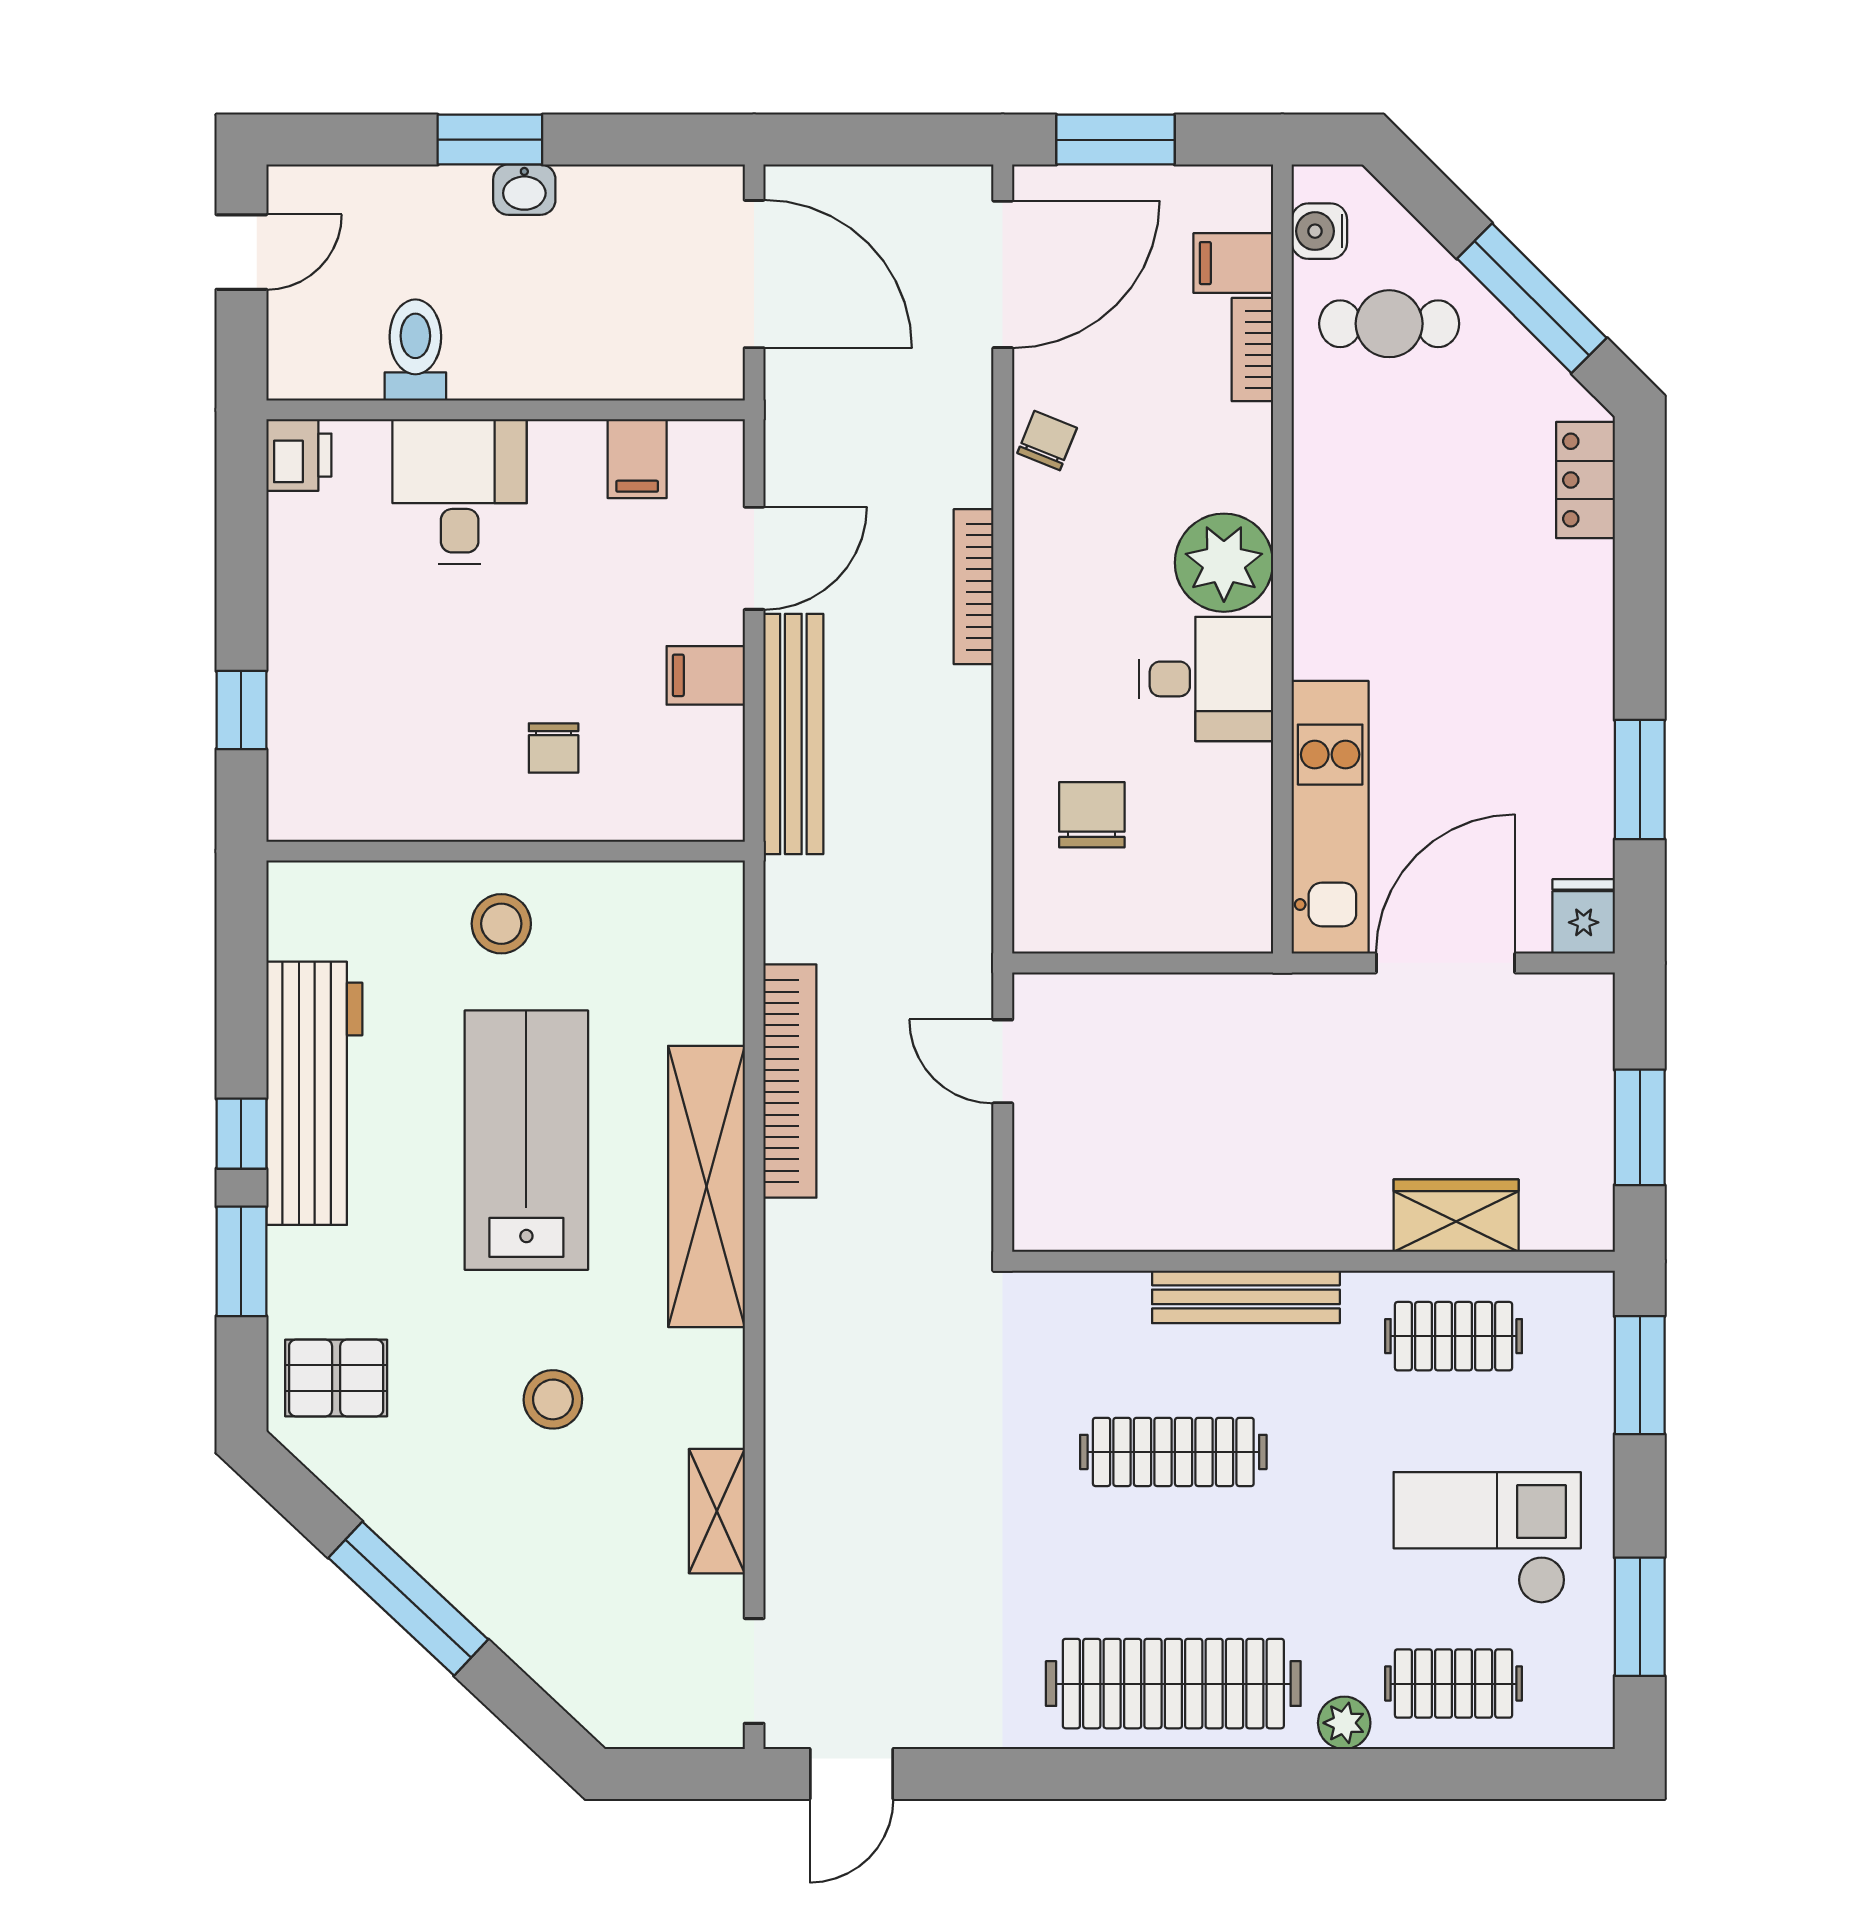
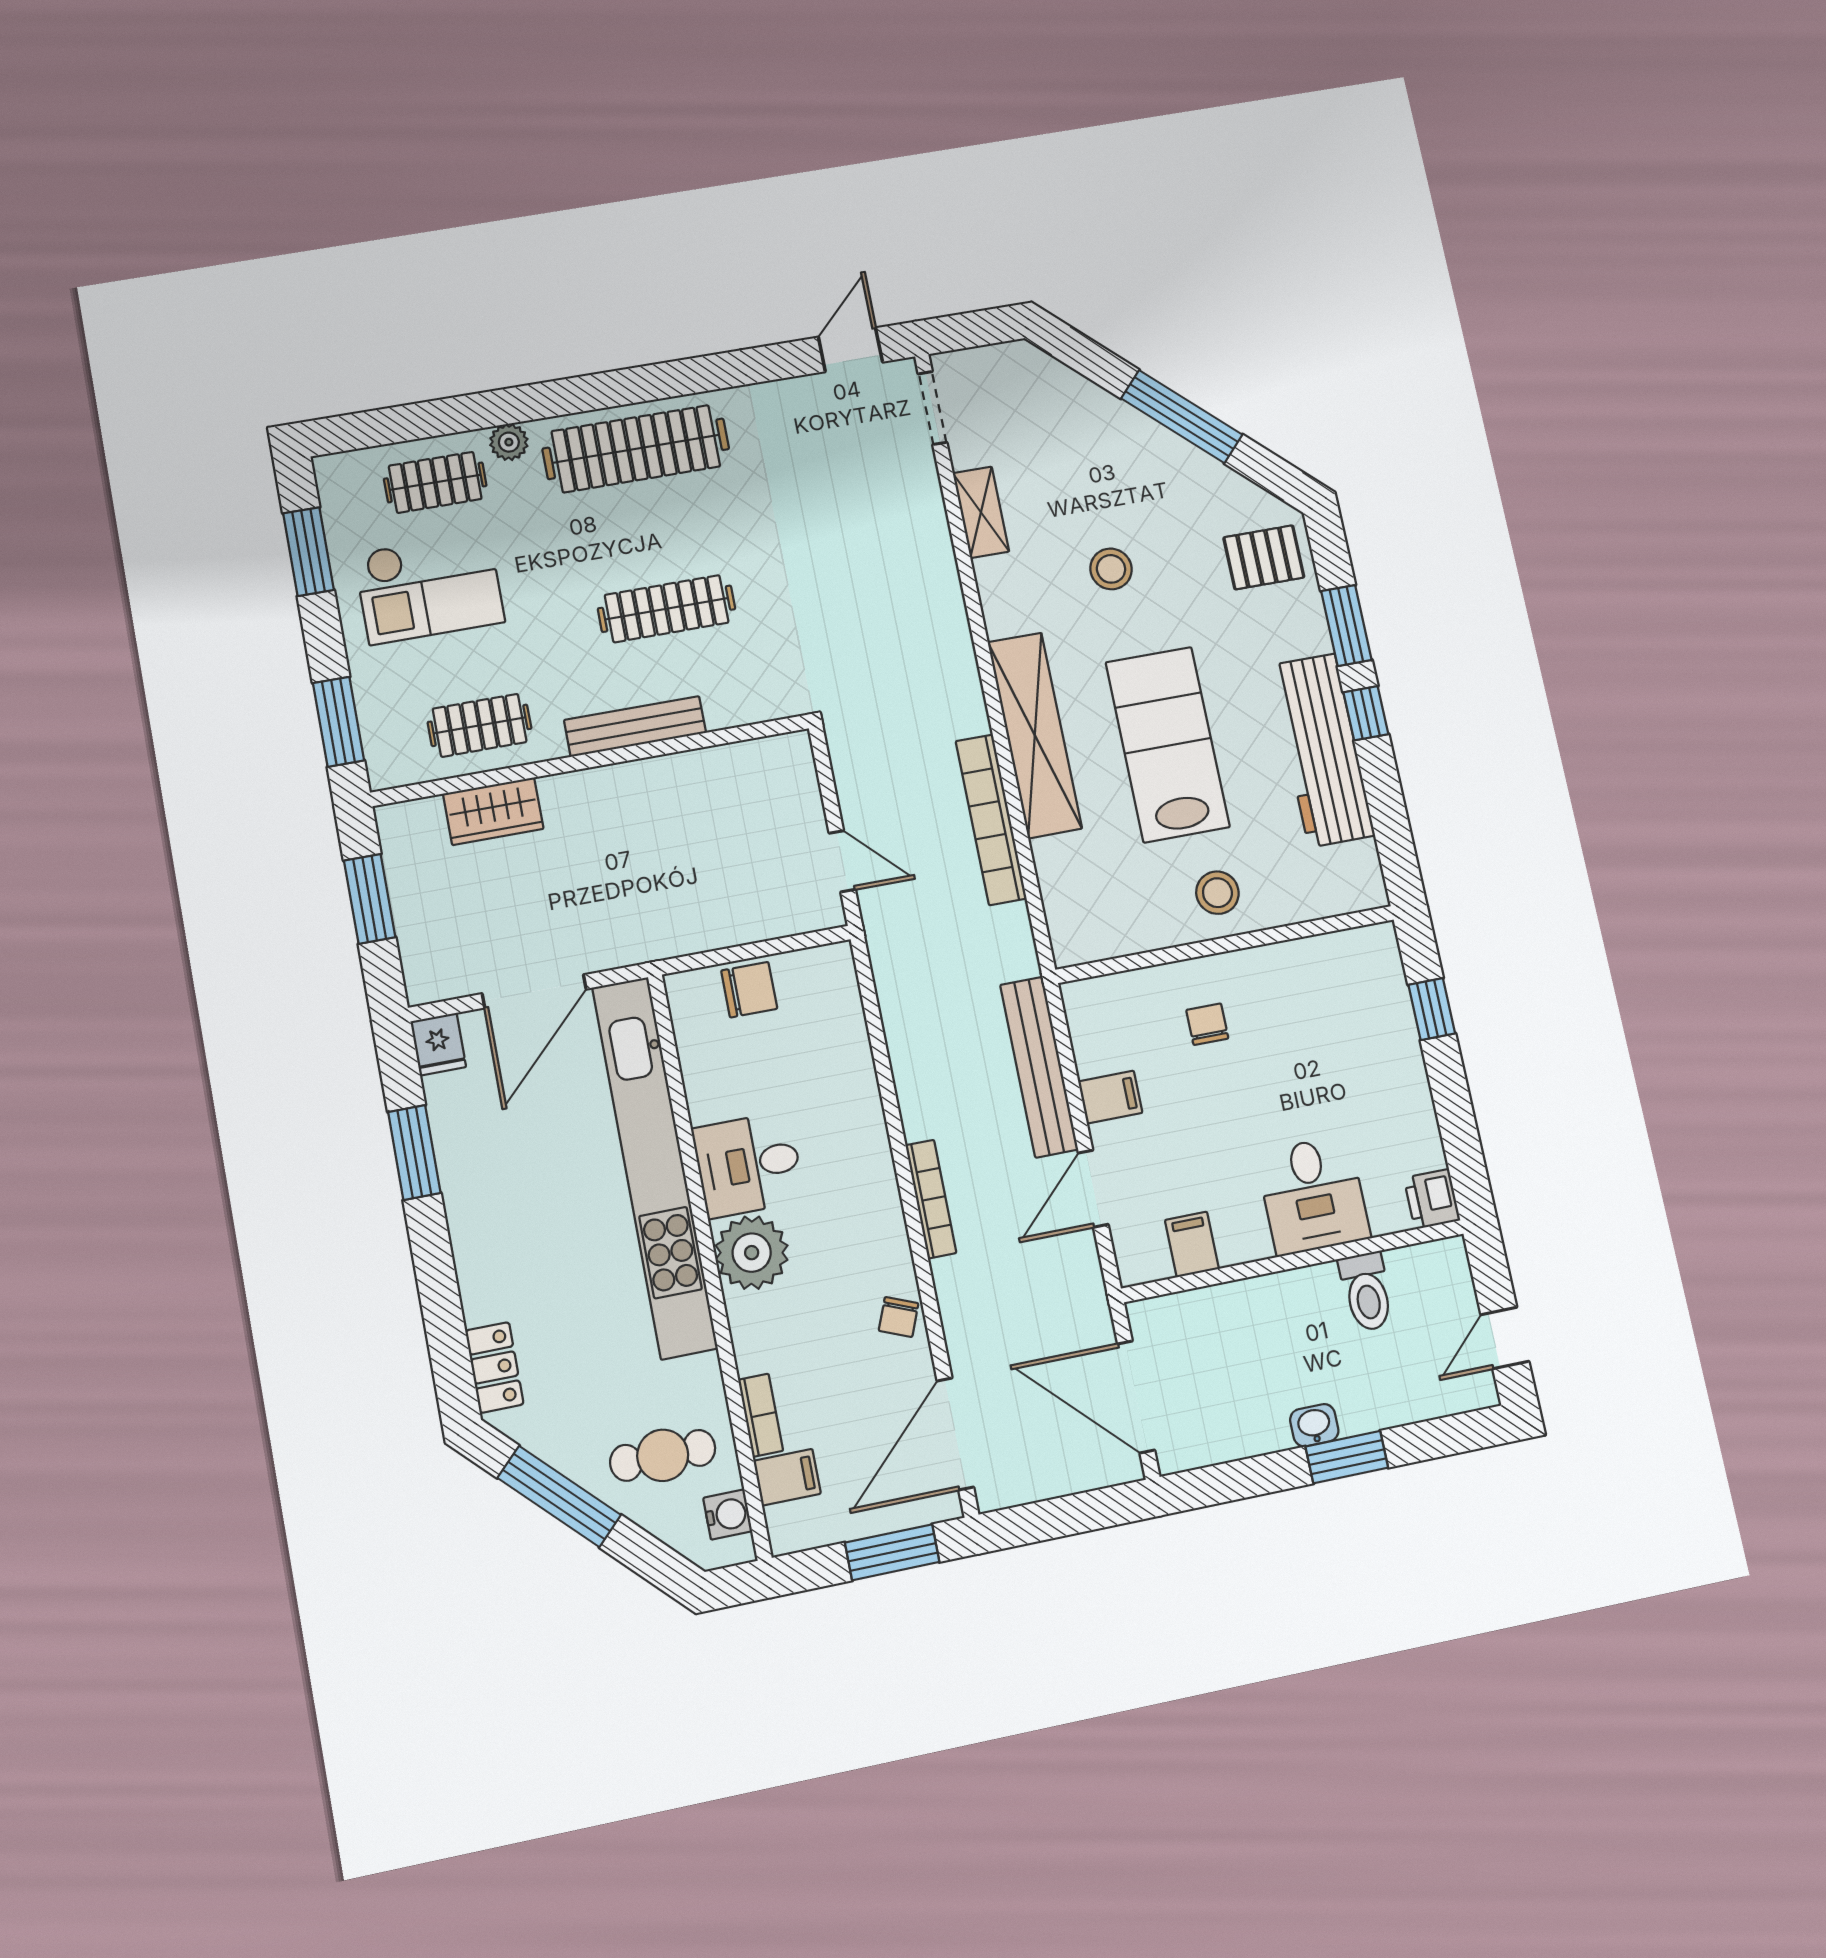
chair: (1092, 815) -> (749, 990), moved, turned -90
kitchen unit: (1330, 817) -> (654, 1167), width x1.86
lab bench: (526, 1140) -> (1168, 745), turned 180

